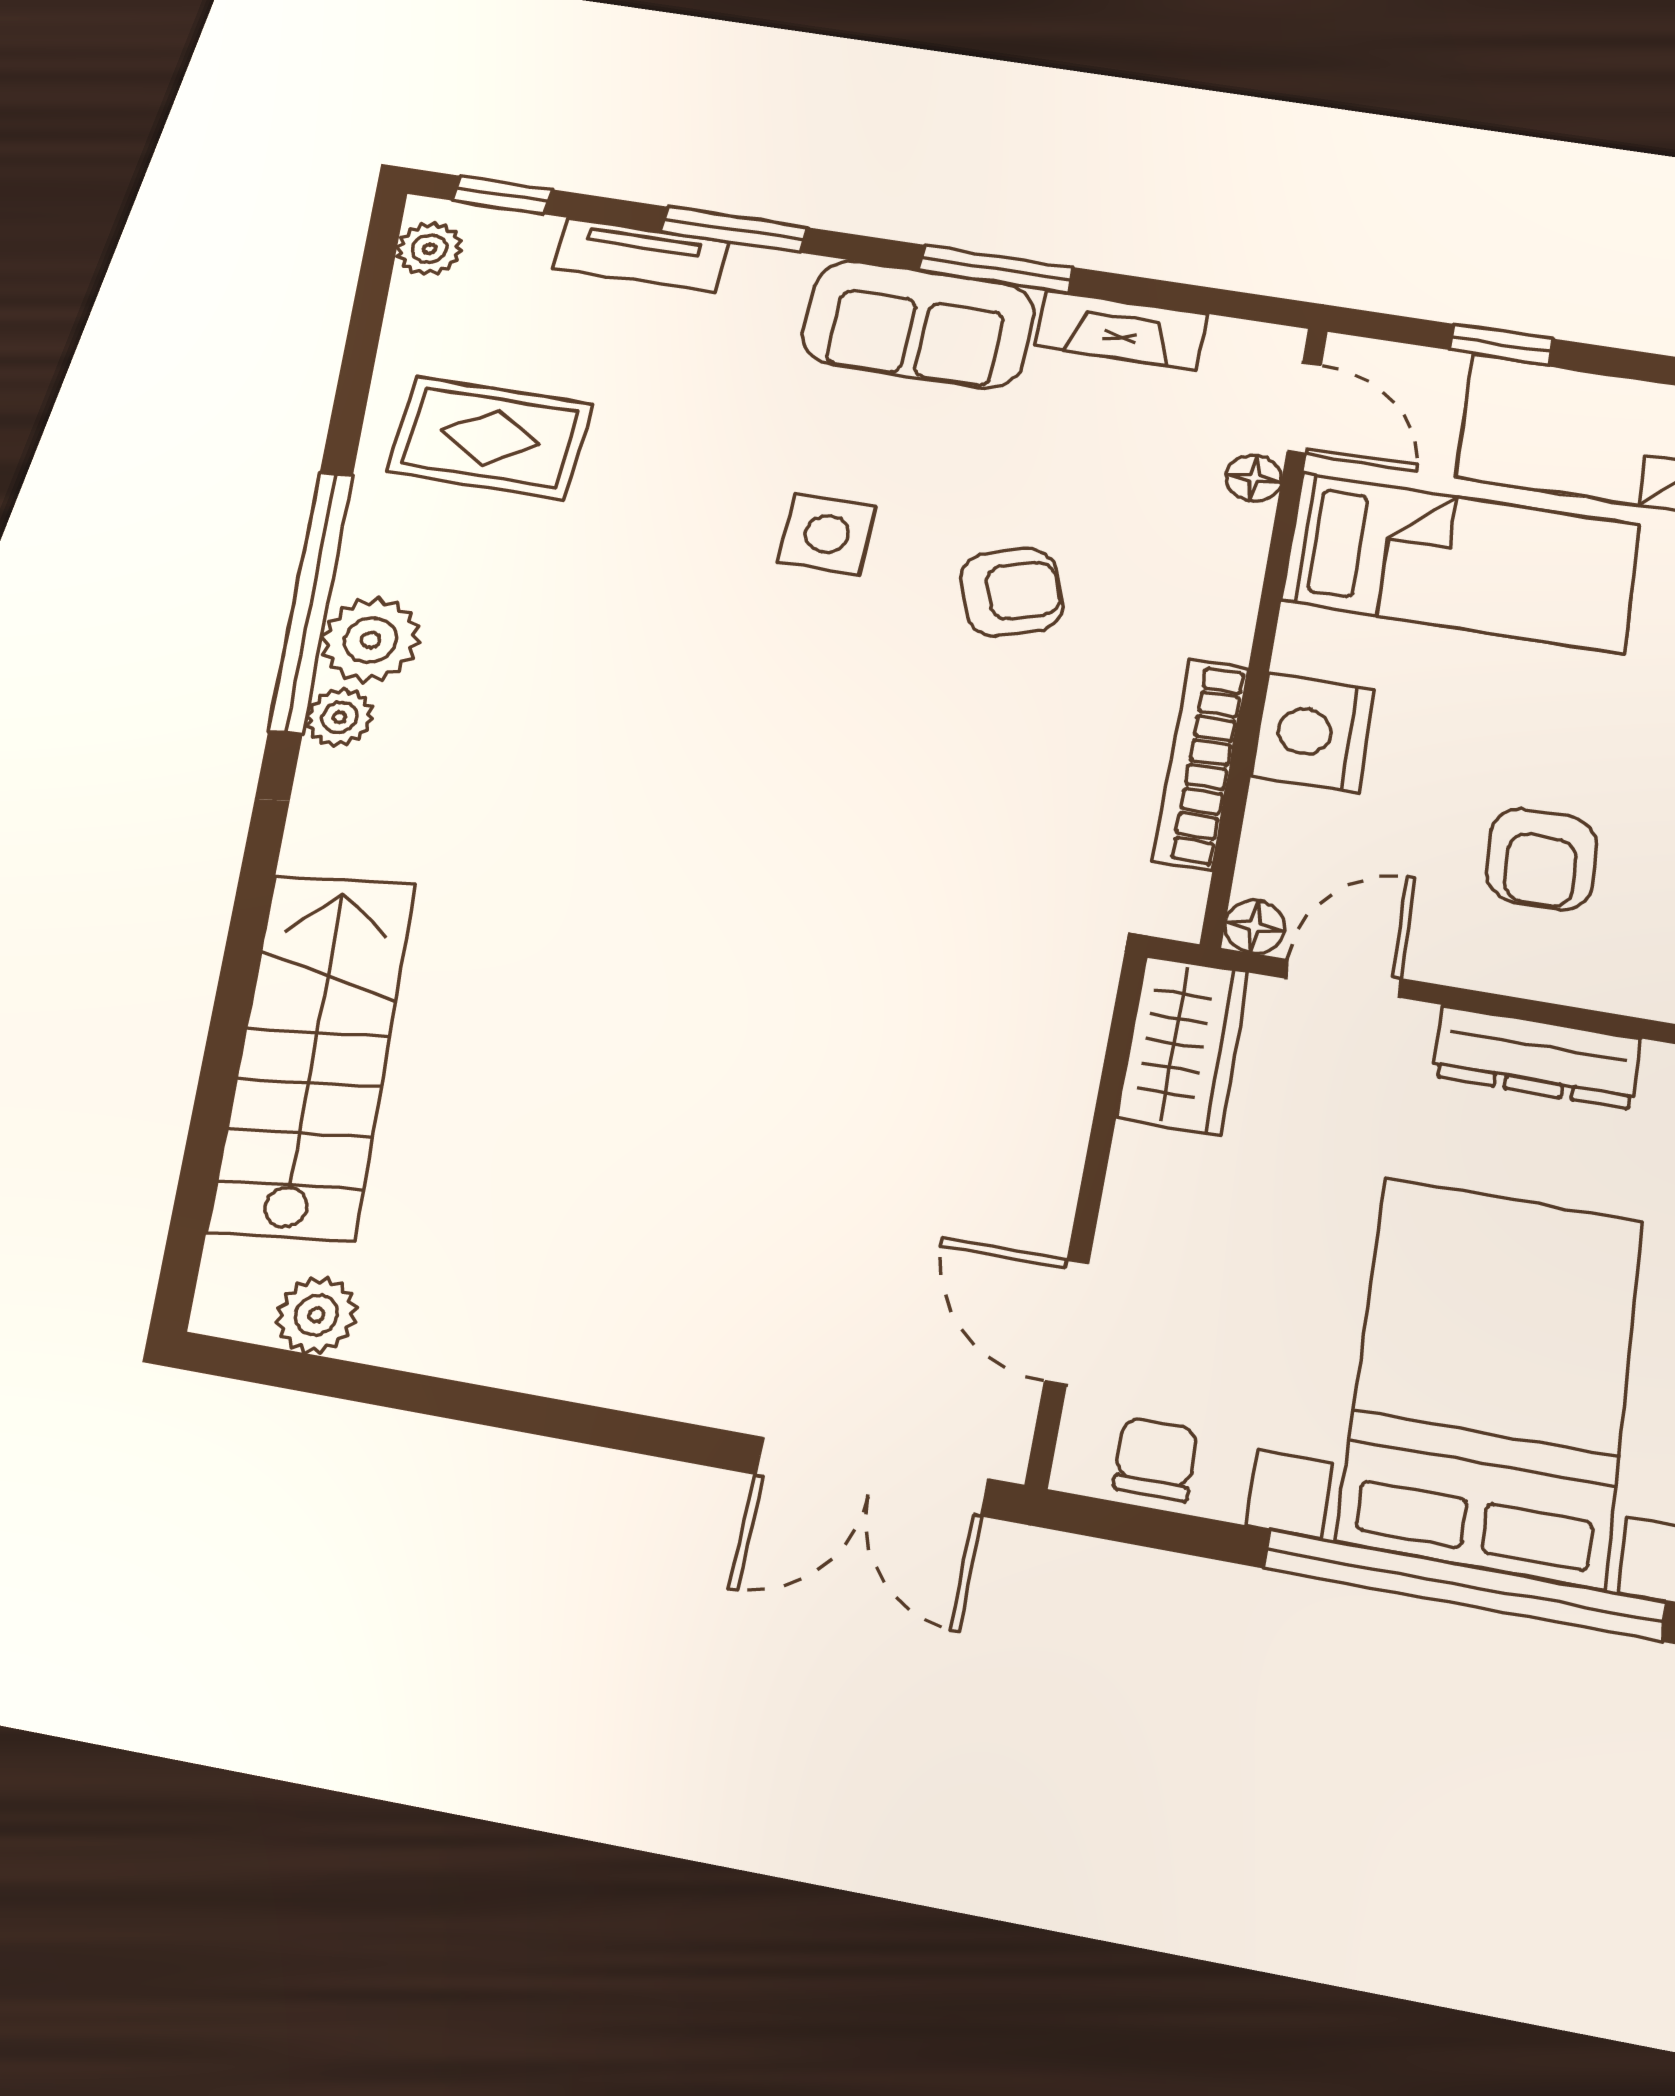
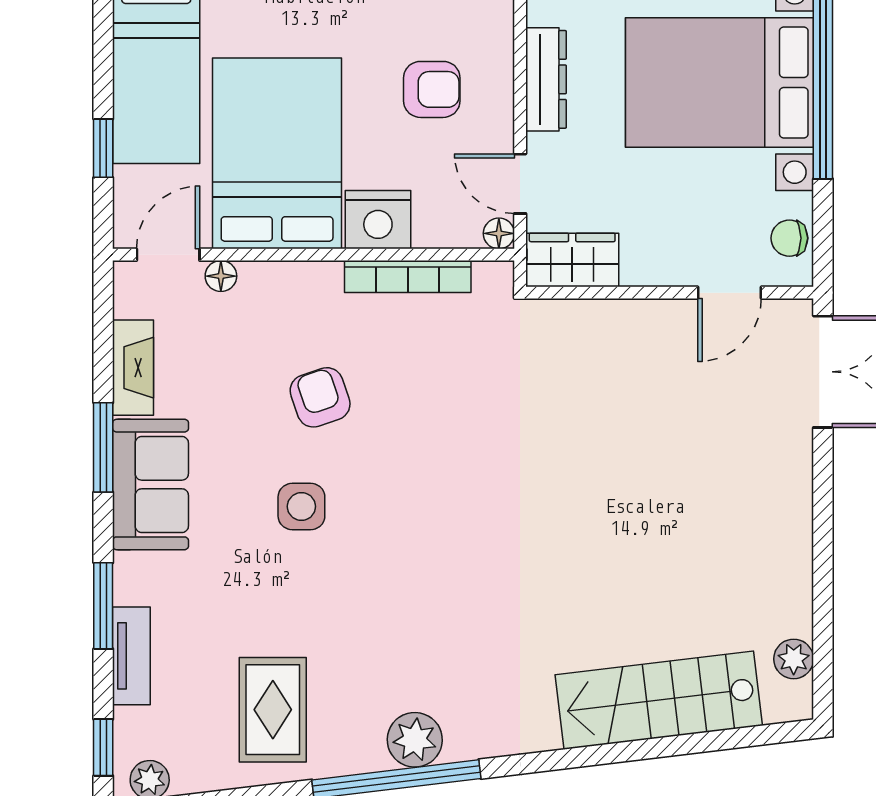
bed: (1461, 563) -> (277, 153), width x1.50
plant: (339, 717) -> (465, 743), removed

